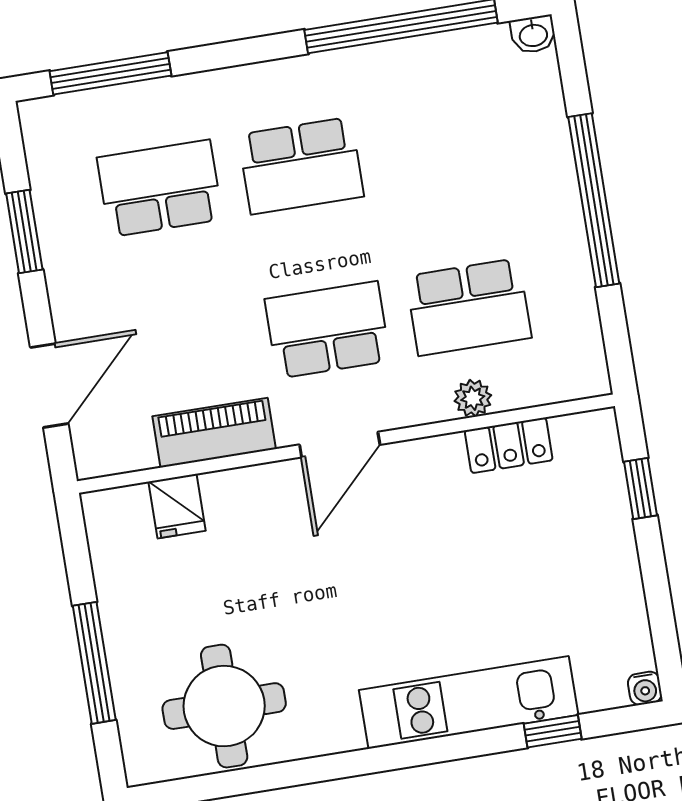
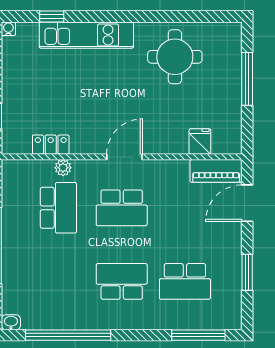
school desk: (469, 307) -> (58, 208), turned 90
piano: (214, 433) -> (216, 171), moved
round table: (224, 706) -> (175, 57), moved

